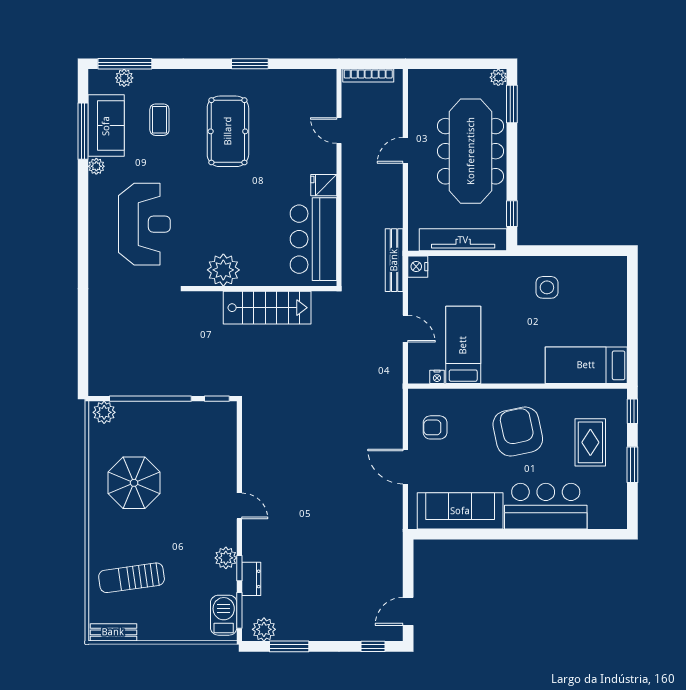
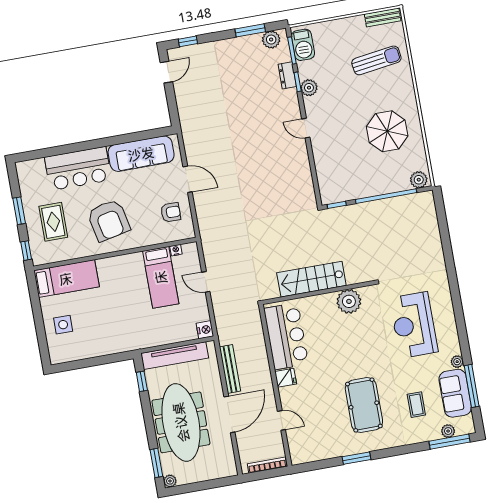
door: (405, 150) -> (229, 414), width x1.88
bench: (394, 260) -> (230, 369), moved
side table: (547, 287) -> (63, 325), moved

